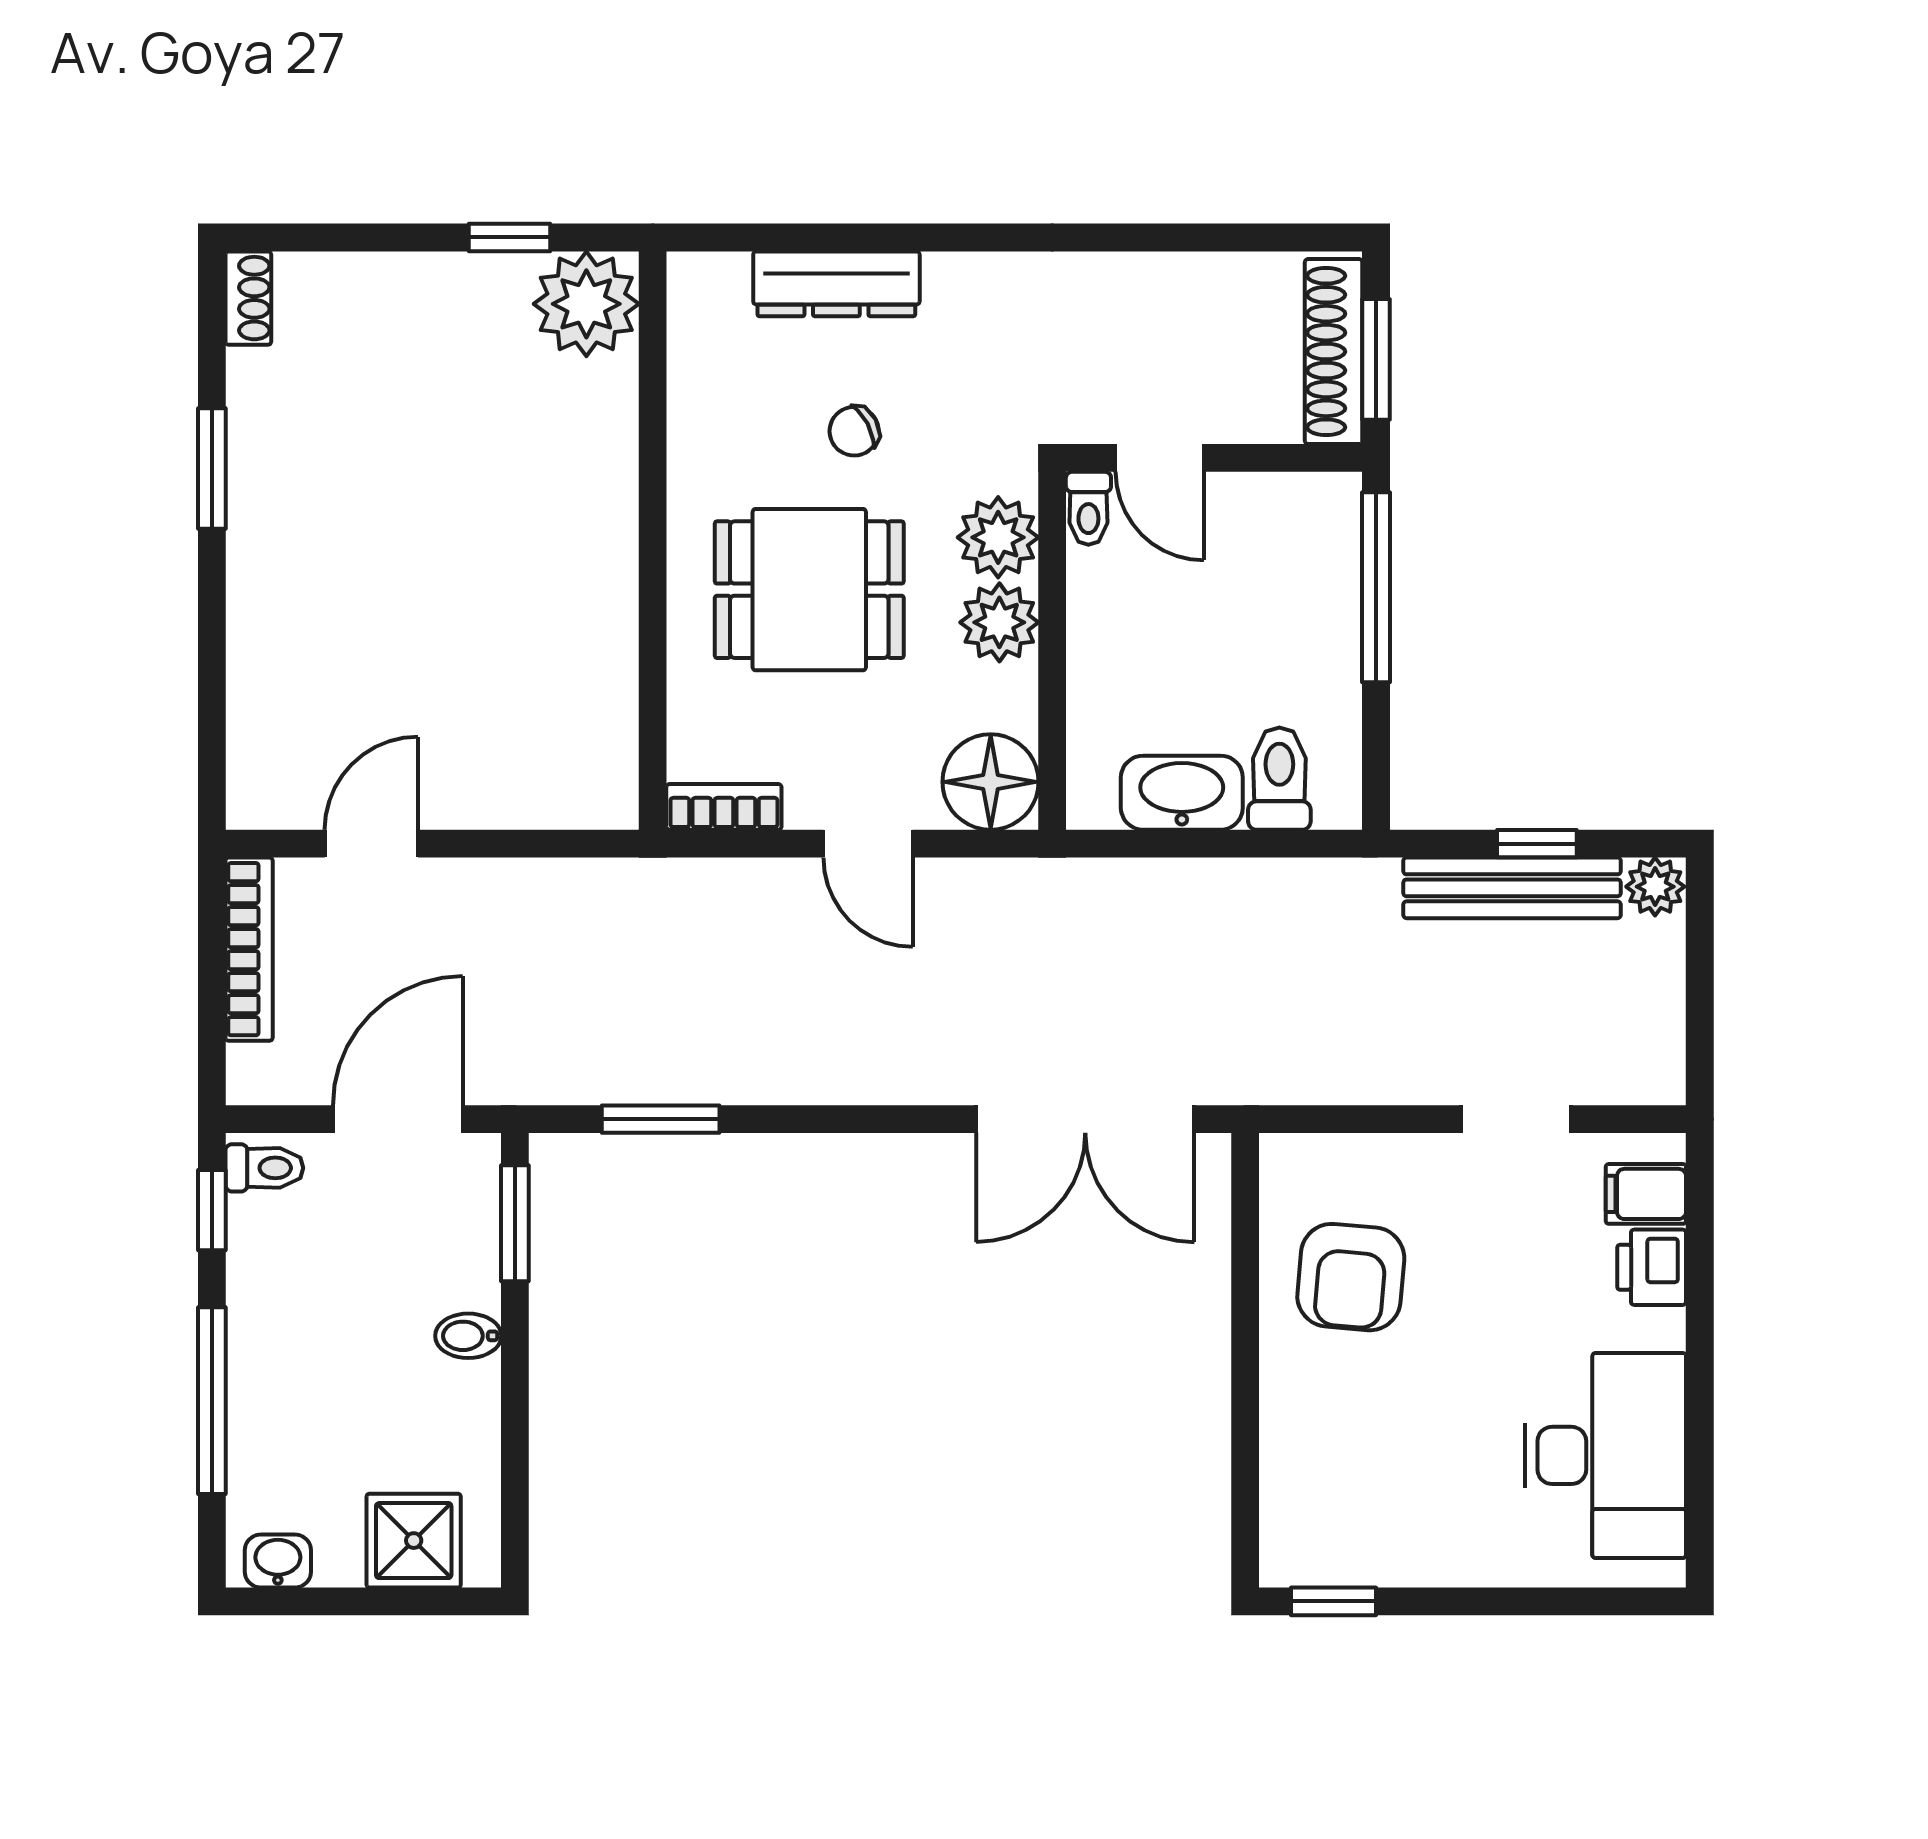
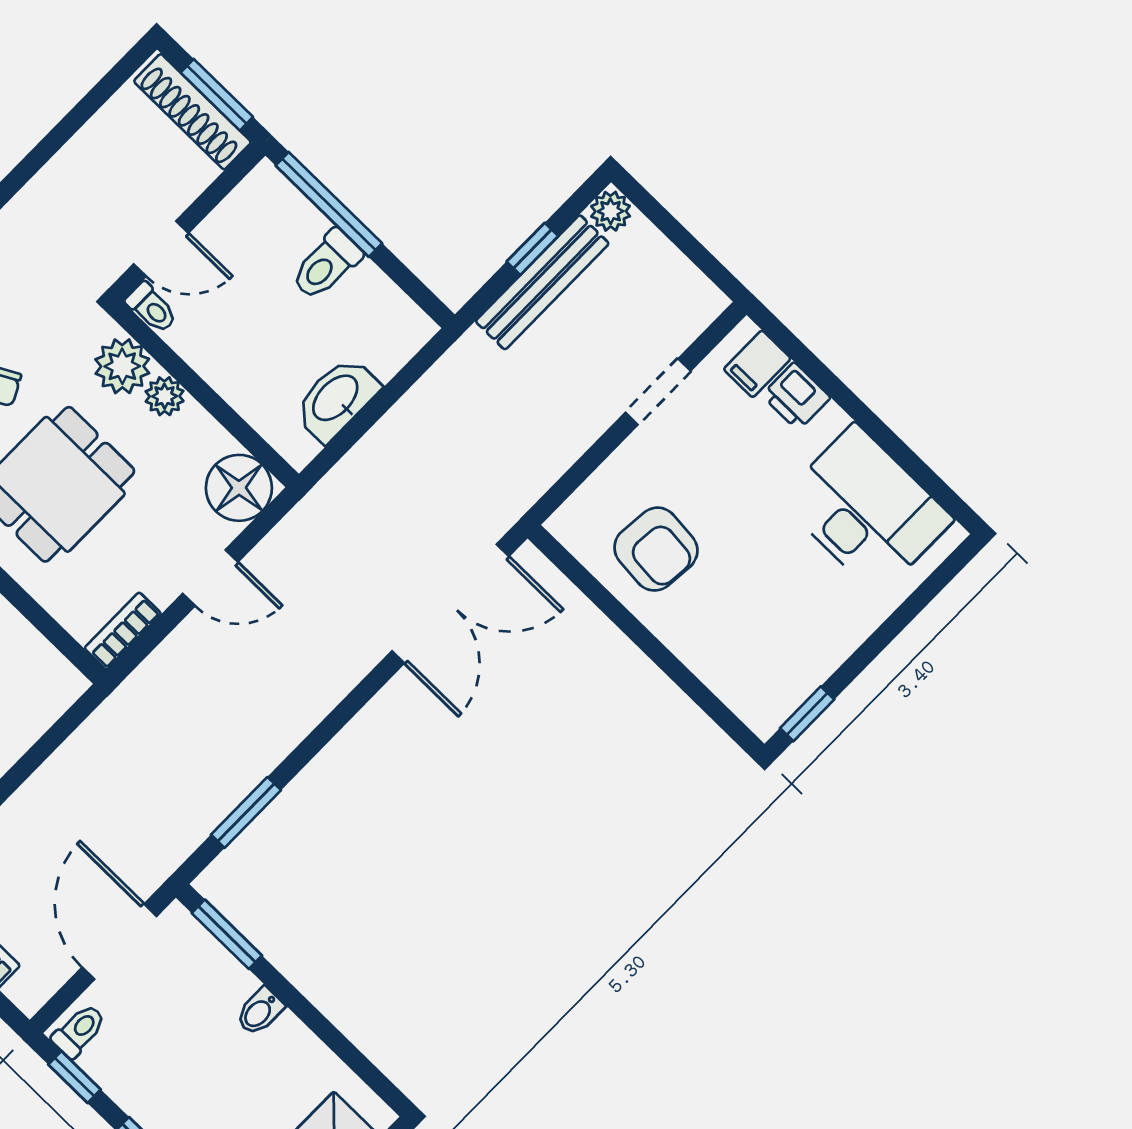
plant: (999, 622) -> (165, 396), width x0.73, depth x0.73
toilet: (1279, 779) -> (326, 265), moved, turned -90

